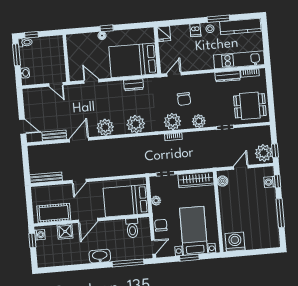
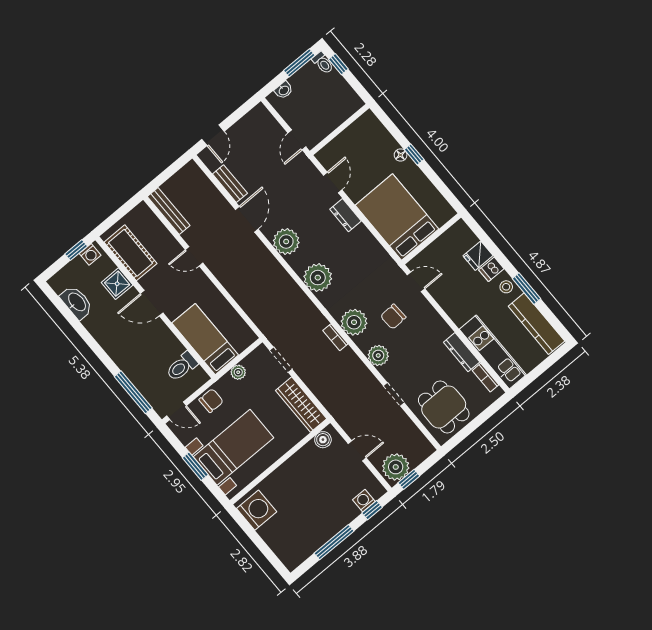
fridge: (164, 34) -> (478, 256), moved
dresser: (134, 85) -> (346, 215), moved
door: (79, 140) -> (247, 219), hinge flipped
bed: (126, 201) -> (205, 339), width x0.67
washbasin: (100, 256) -> (77, 302), moved

